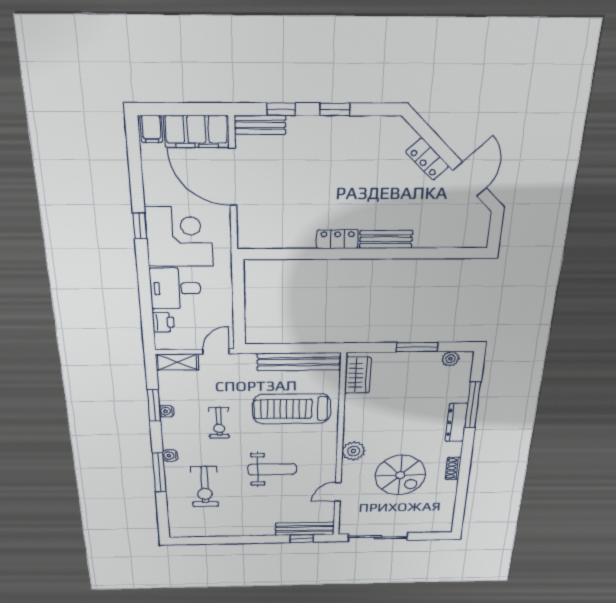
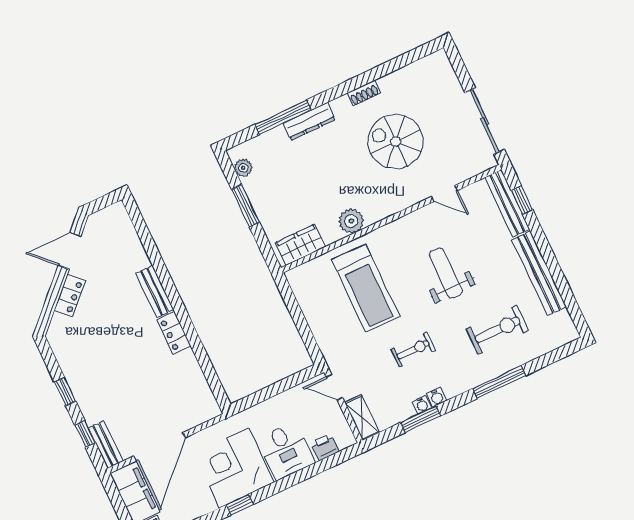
bench: (299, 362) -> (539, 273), moved
plant: (353, 451) -> (351, 221), moved
water cooler: (170, 456) -> (437, 397), moved
spiral stairs: (400, 475) -> (396, 142), turned -90

